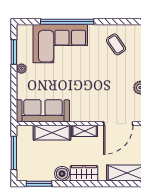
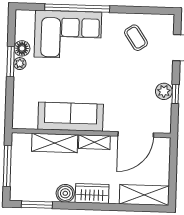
window: (14, 52) -> (11, 62), moved
floor lamp: (23, 56) -> (22, 48), added
sofa: (43, 111) -> (71, 117), moved

